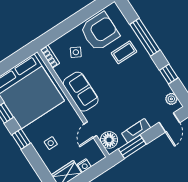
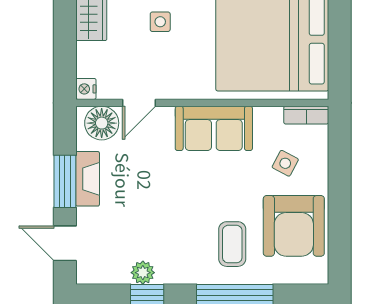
plant: (171, 99) -> (143, 273), moved
door: (90, 130) -> (139, 103), swing flipped
window: (132, 147) -> (65, 181), moved
nightstand: (84, 165) -> (86, 89), moved

